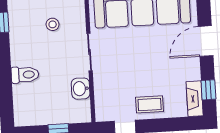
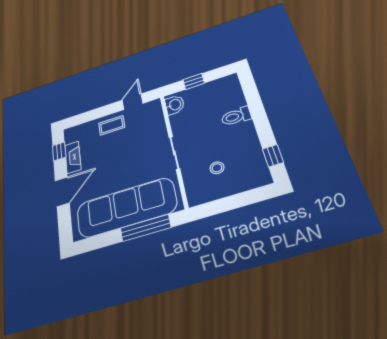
washbasin: (81, 89) -> (175, 105), moved
fireplace: (195, 99) -> (73, 157), moved

